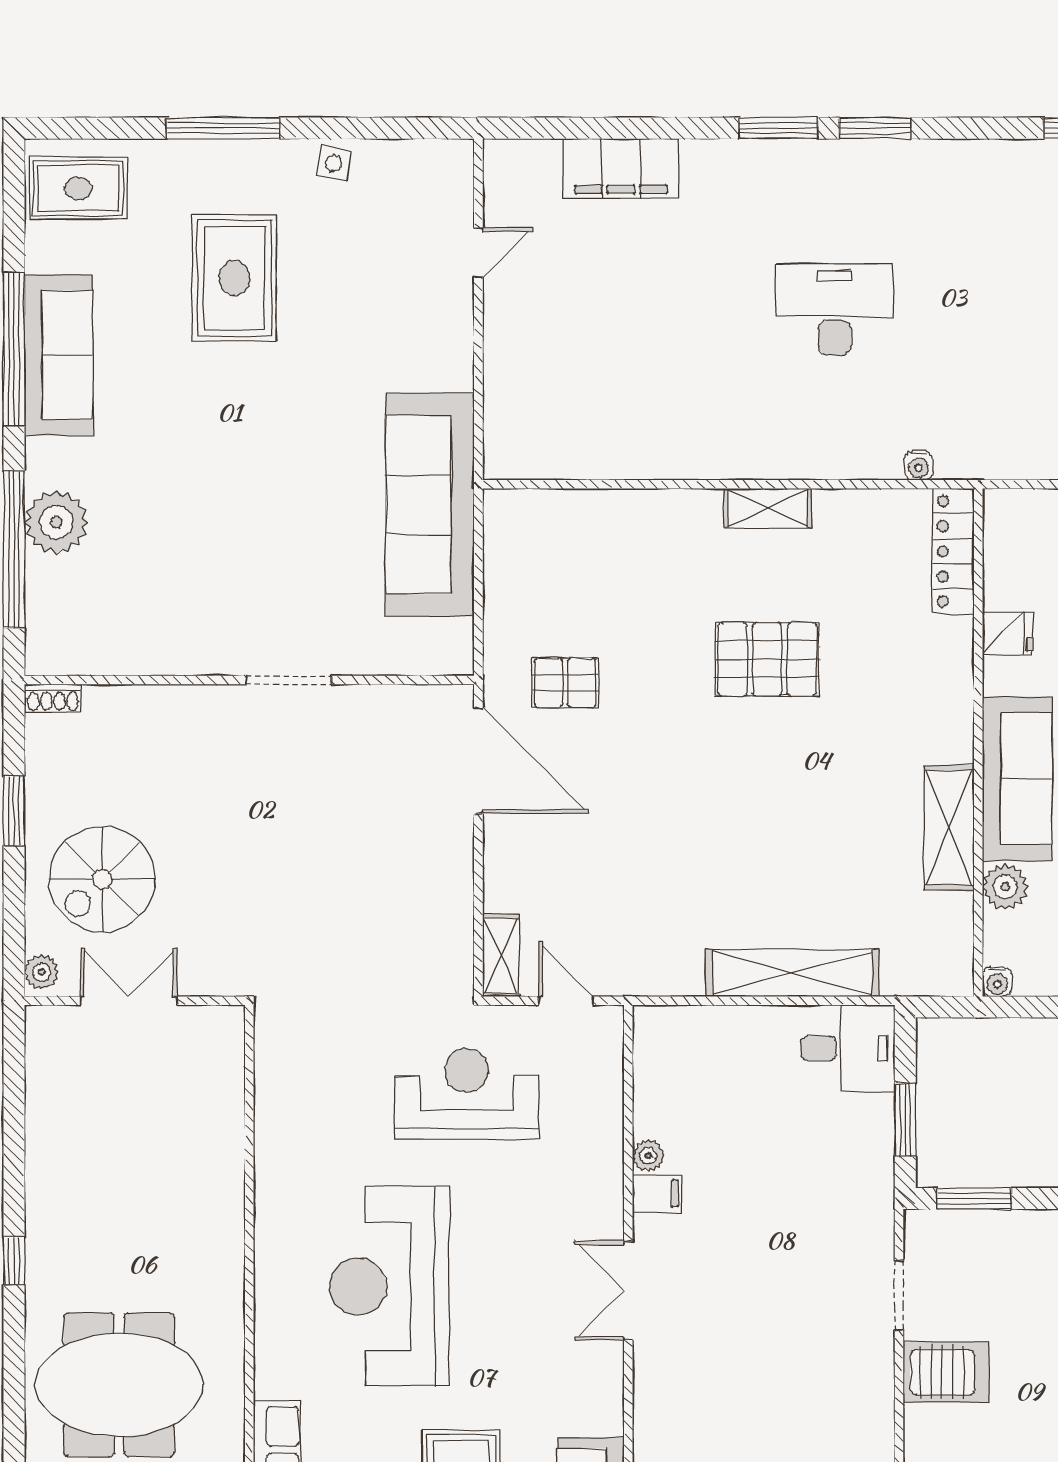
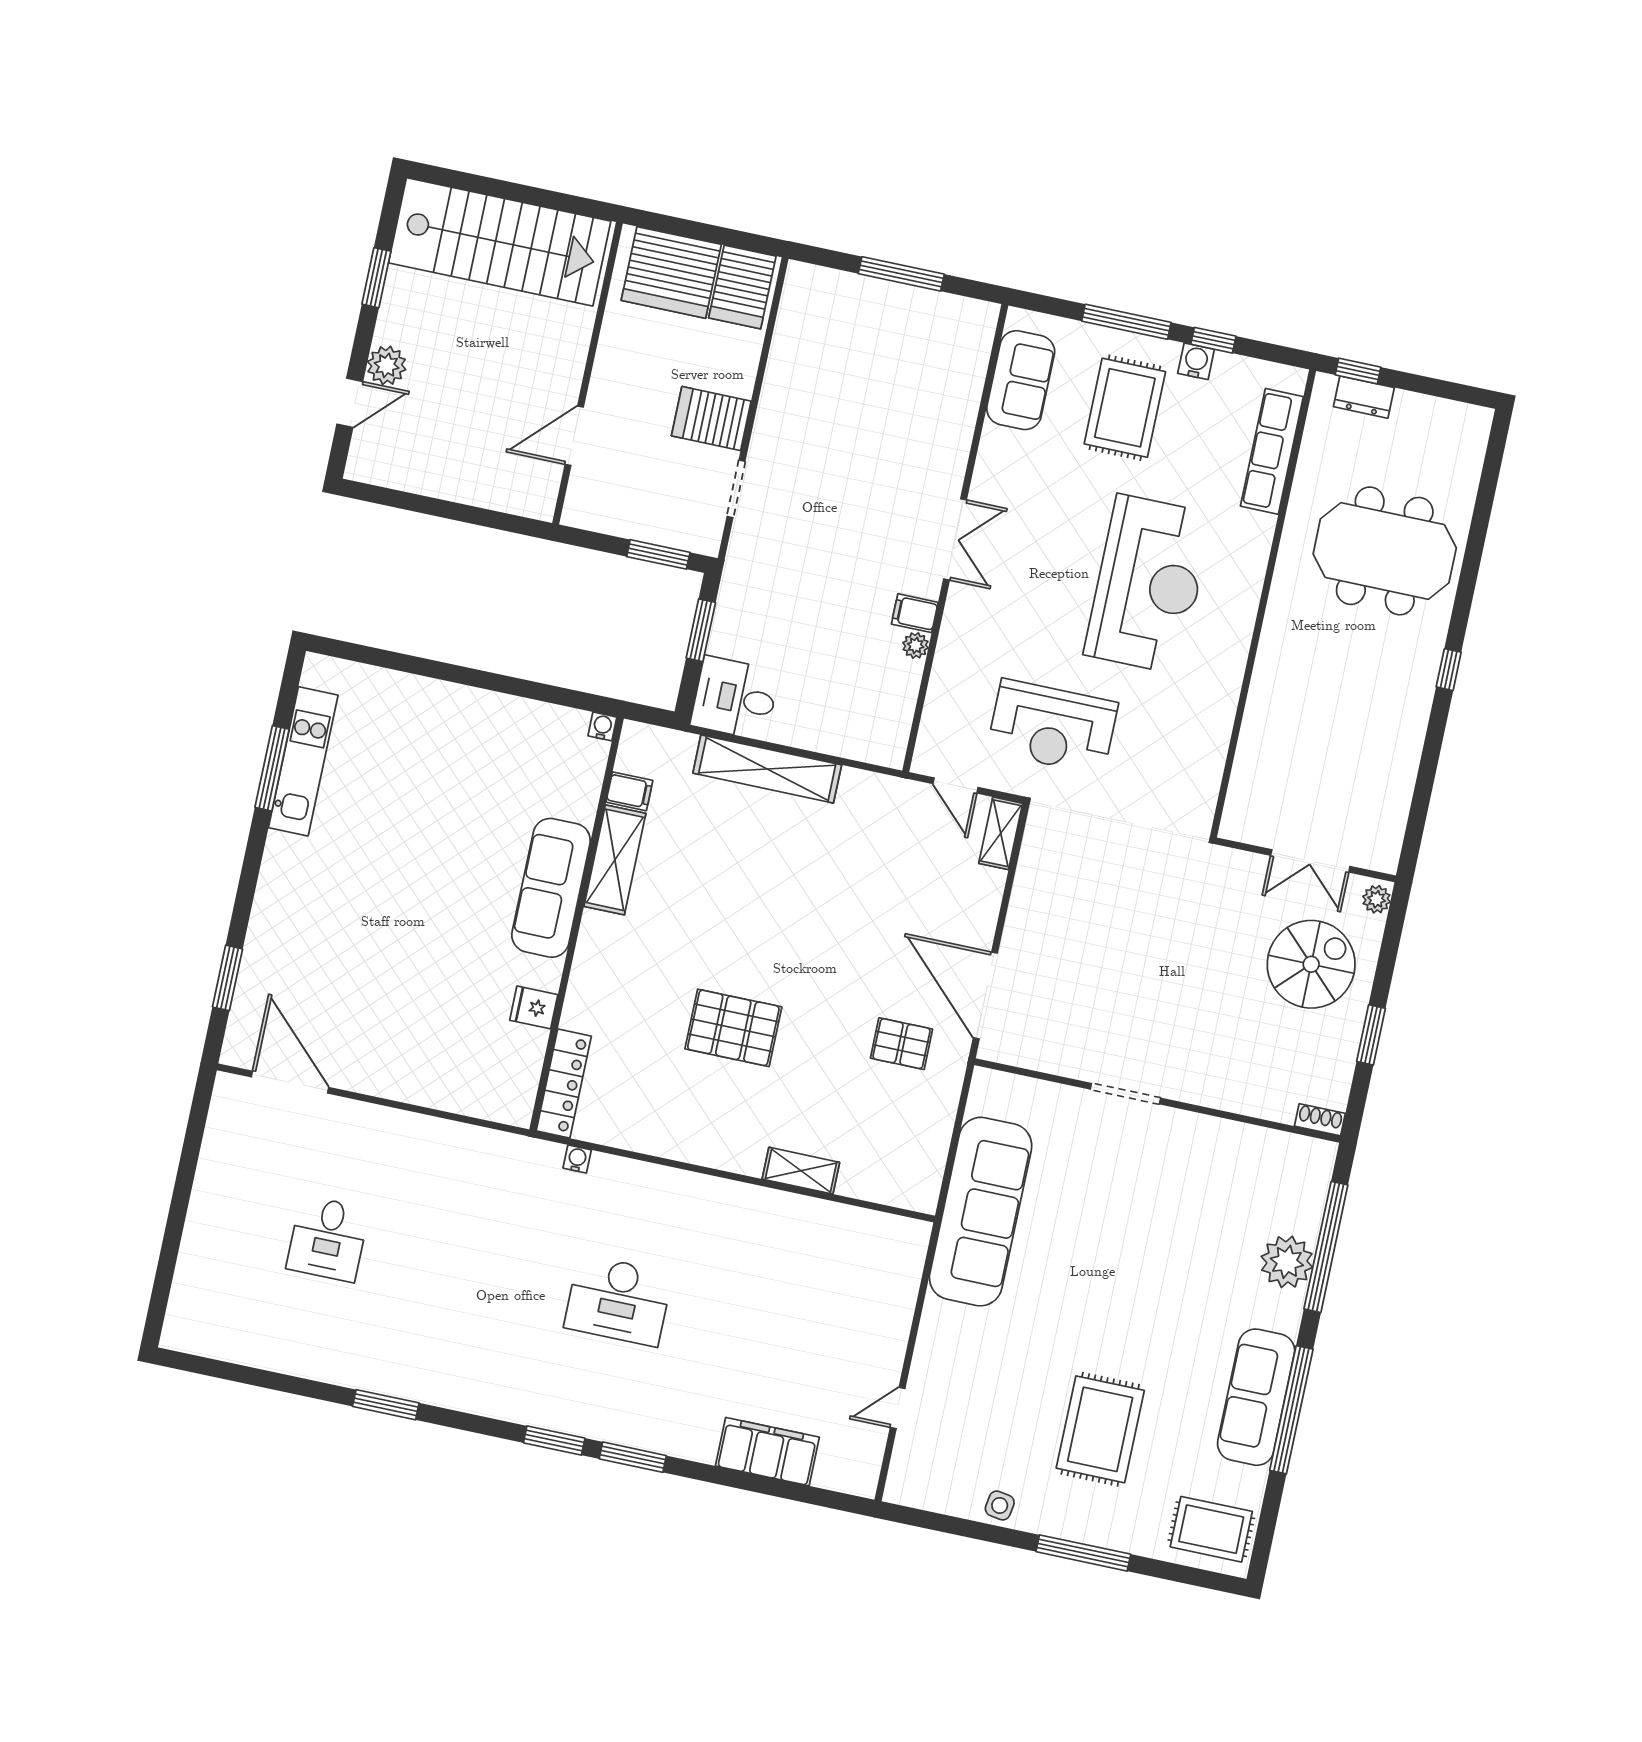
shelving: (768, 508) -> (801, 1171), moved
plant: (1005, 887) -> (580, 802), removed
filing cabinet: (949, 912) -> (629, 791), added

